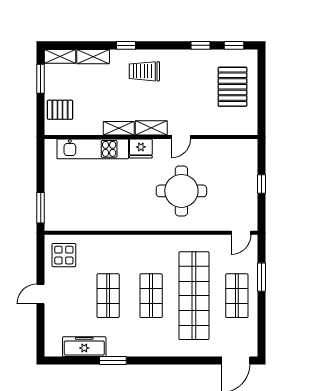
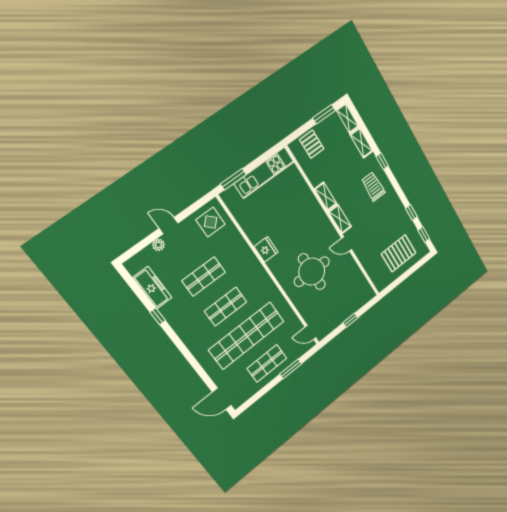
kitchen unit: (93, 149) -> (264, 173), moved, turned -90
fridge: (141, 149) -> (266, 249), moved, turned 180
plant: (51, 315) -> (158, 245), added
window: (113, 361) -> (158, 316), width x0.67

